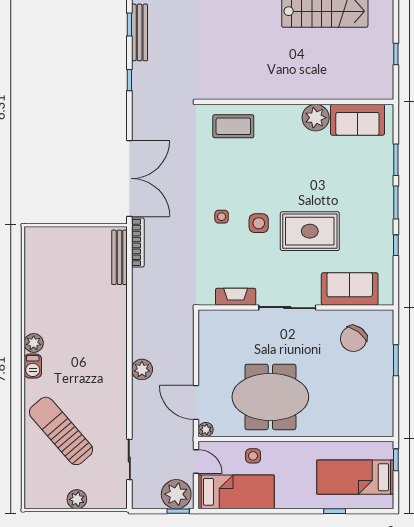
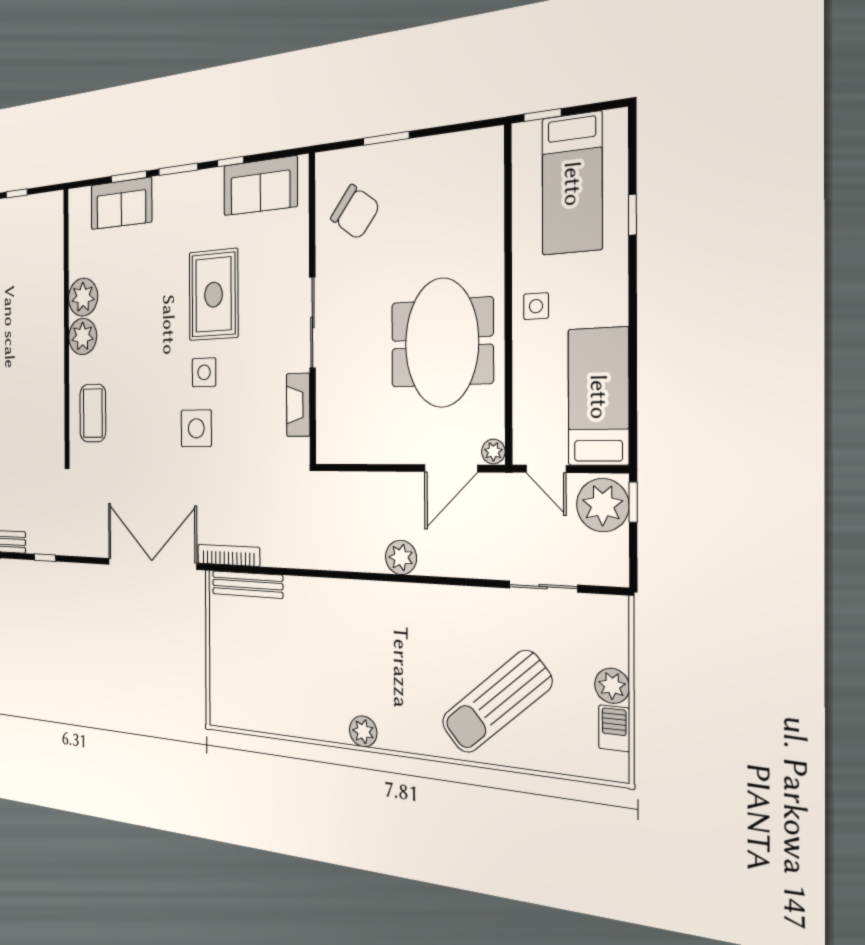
plant: (288, 117) -> (83, 336), added
sofa: (357, 120) -> (121, 204), moved, turned 90
side table: (222, 217) -> (196, 428), width x1.87, depth x1.87
sofa: (350, 289) -> (260, 186), moved, turned -90
barbecue: (33, 366) -> (614, 728), moved, turned -90
side table: (253, 456) -> (536, 306), moved
door: (196, 461) -> (546, 469), swing flipped

